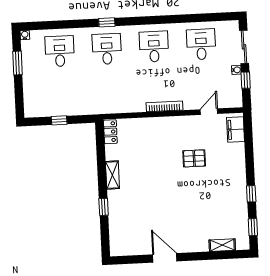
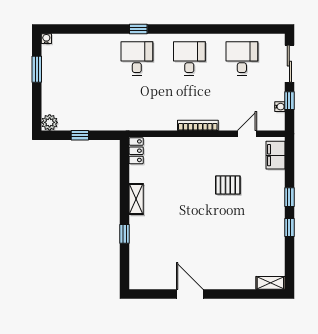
desk: (60, 51) -> (84, 58), removed
water cooler: (236, 70) -> (280, 107), moved
plant: (31, 110) -> (50, 122), added
window: (253, 227) -> (289, 197), moved
shelving: (222, 245) -> (270, 283), moved

